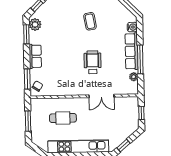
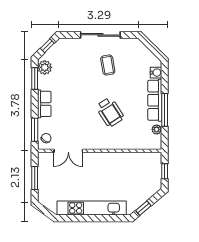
wheelchair: (93, 62) -> (110, 112), turned 147
double door: (101, 96) -> (68, 151), moved
cafe table: (63, 118) -> (75, 175), removed

